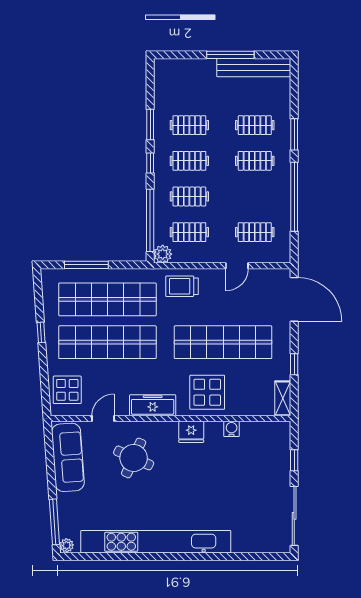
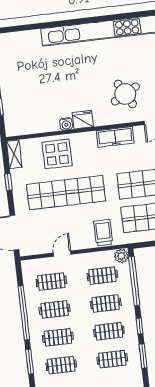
clothes rail: (255, 196) -> (55, 309), added
trolley: (182, 286) -> (103, 233), turned -90
display table: (207, 392) -> (57, 154), moved
water cooler: (232, 429) -> (66, 124), moved
round table: (134, 458) -> (125, 94), turned 37

